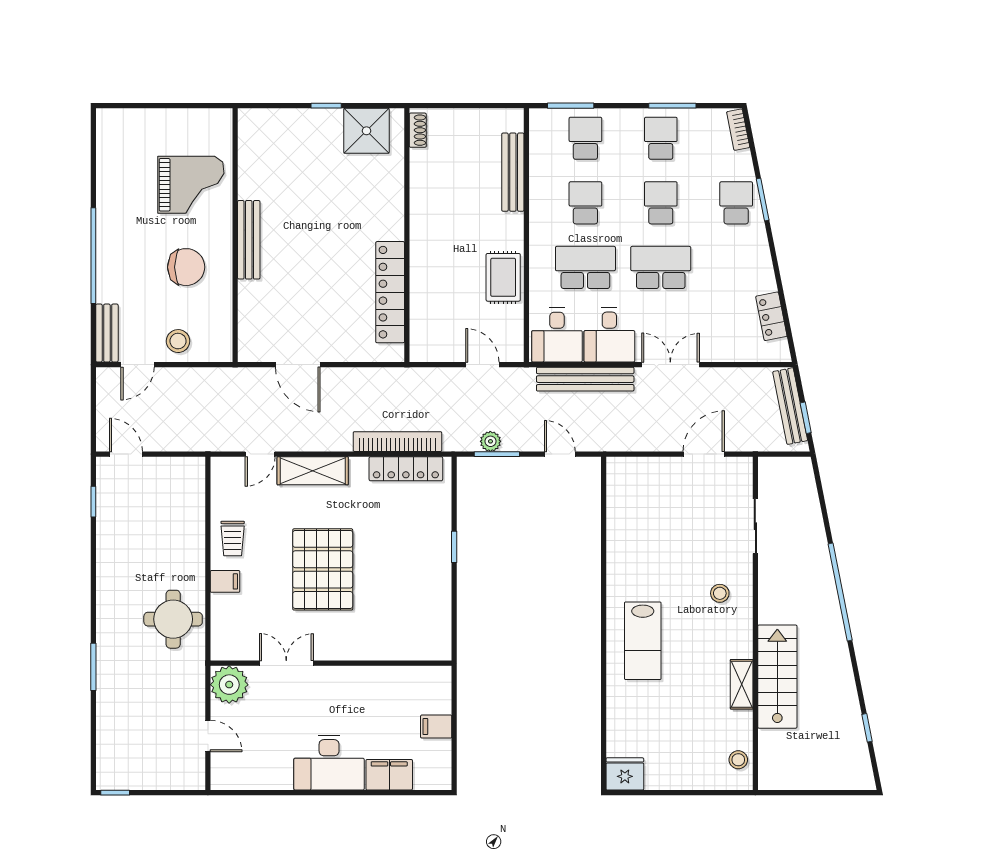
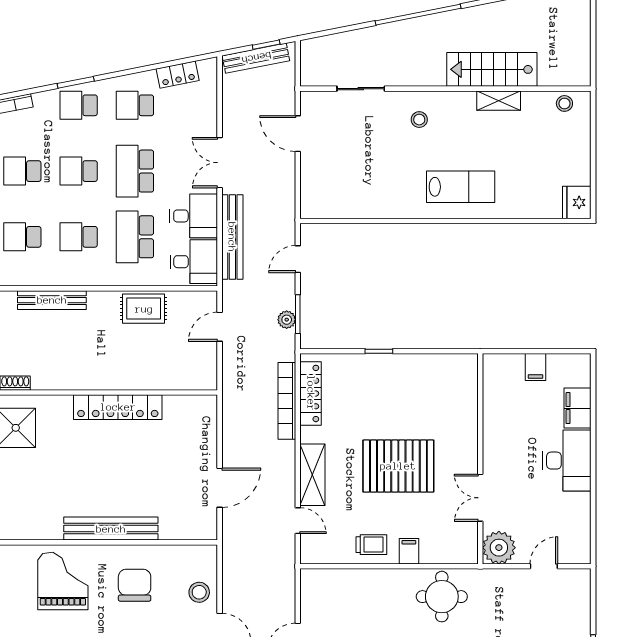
bench: (249, 240) -> (111, 529), width x1.37, depth x1.21
school desk: (736, 267) -> (135, 105), added
locker: (390, 292) -> (118, 407), moved

